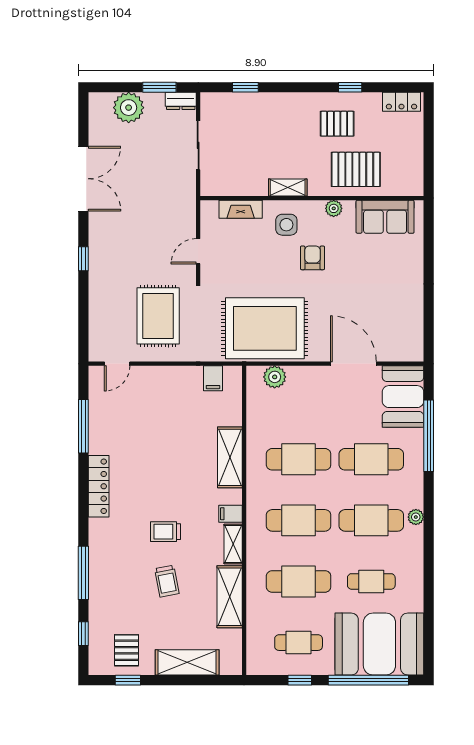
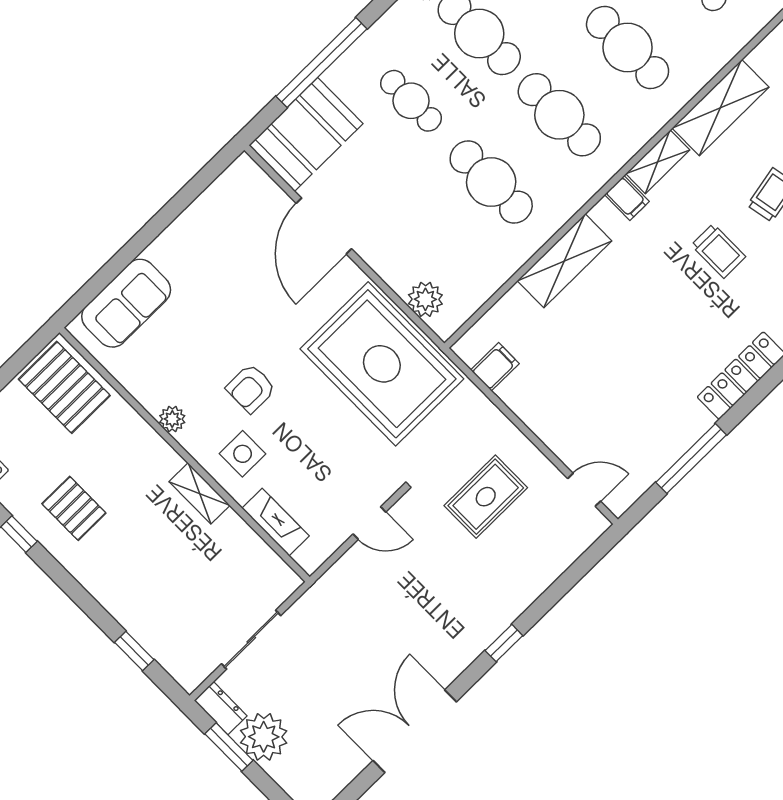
plant: (129, 108) -> (264, 737), moved
pallet: (356, 169) -> (64, 387), moved
sofa: (385, 217) -> (126, 303), moved, turned 90
rug: (158, 316) -> (486, 497), width x0.73, depth x0.70
cafe table: (371, 459) -> (411, 101), width x0.73, depth x0.74

